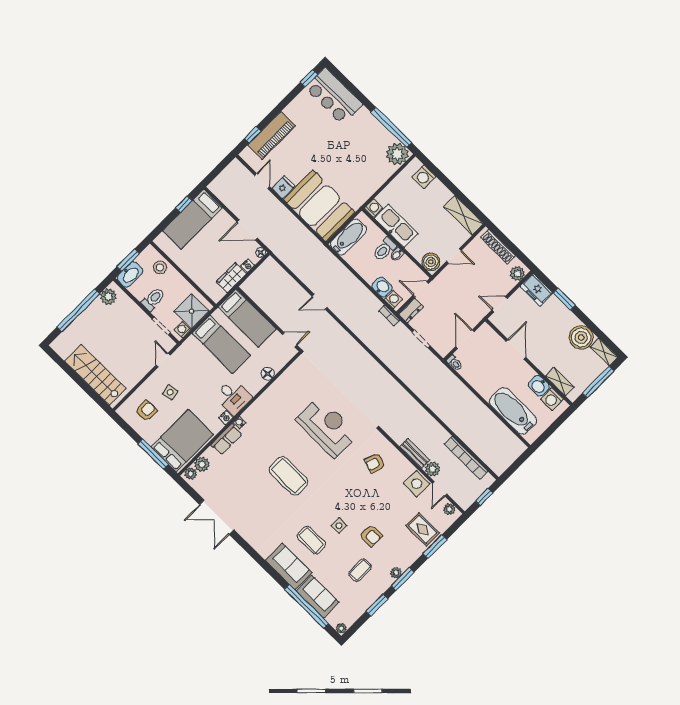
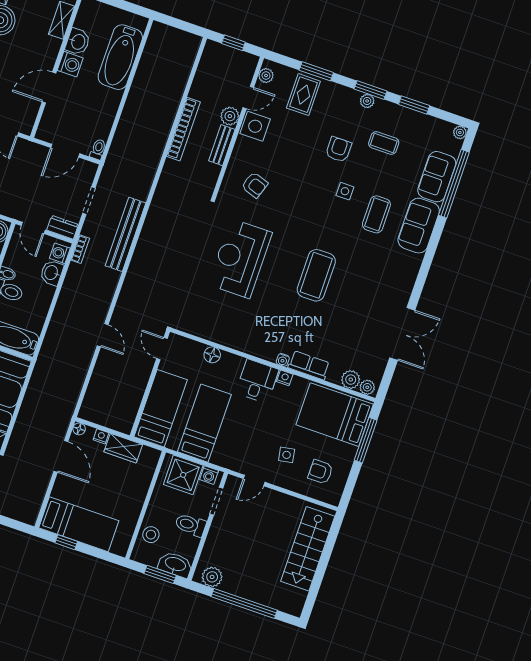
bench: (384, 353) -> (126, 234), added
washing machine: (552, 399) -> (70, 64), moved
bookcase: (466, 458) -> (183, 129), moved

